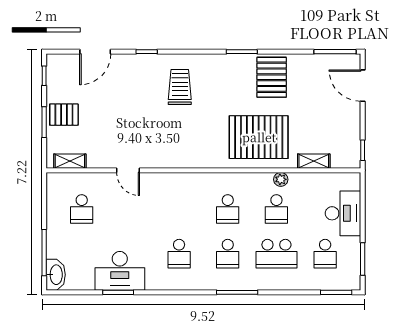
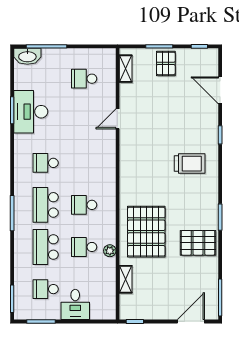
desk: (343, 213) -> (75, 304), width x0.73
school desk: (228, 254) -> (46, 205), width x1.85

